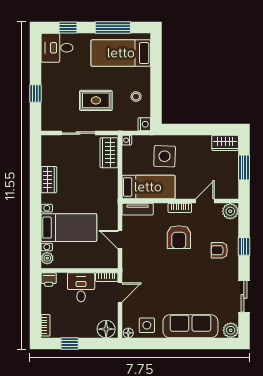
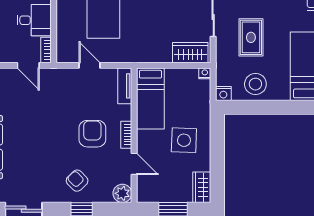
stool: (136, 97) -> (255, 84), width x1.89, depth x1.89
side table: (165, 156) -> (184, 140), moved
armchair: (179, 237) -> (92, 134), turned 90
door: (120, 240) -> (89, 65), hinge flipped
armchair: (219, 250) -> (77, 181), turned -44

